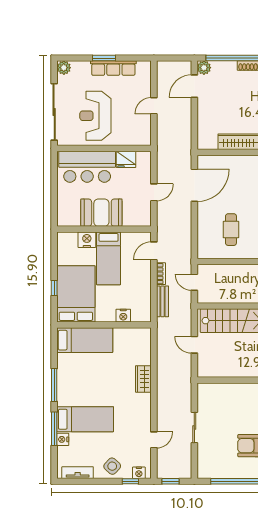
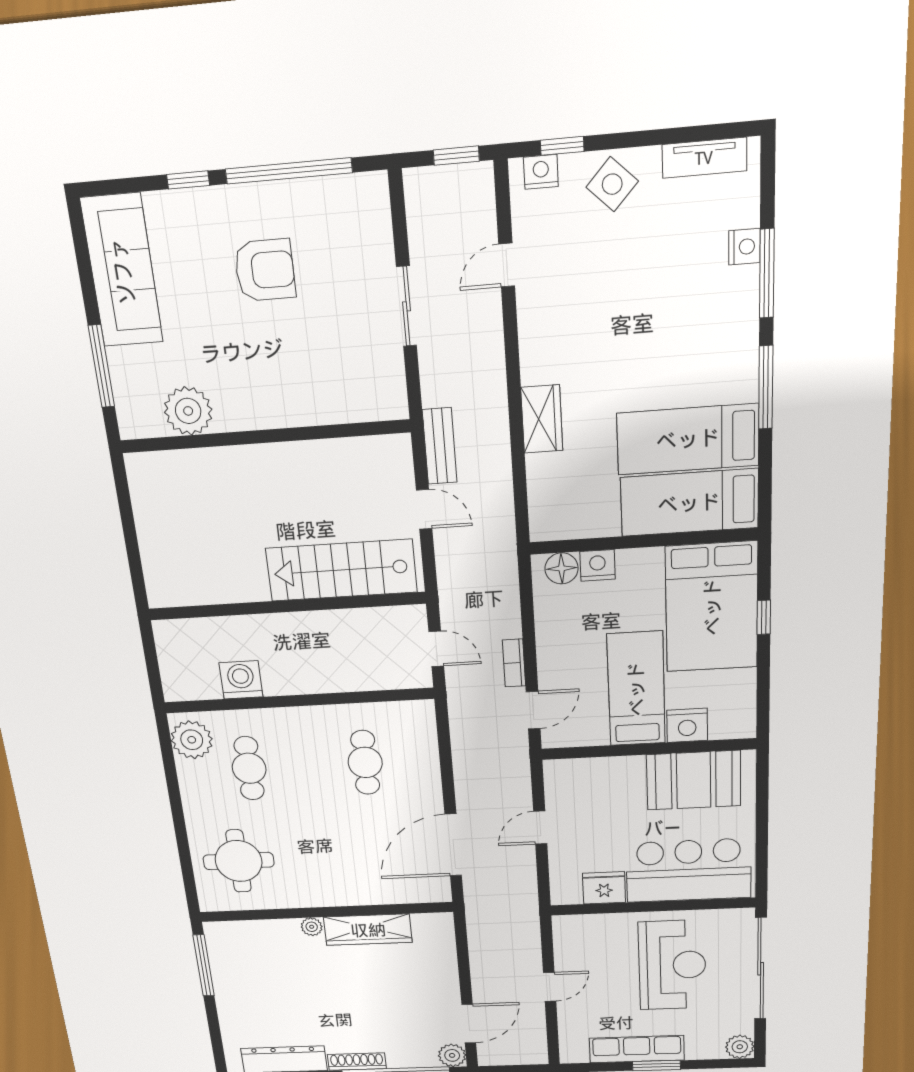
booth: (101, 213) -> (694, 780), moved
bench: (163, 301) -> (440, 446), moved
floor lamp: (138, 315) -> (562, 568), added
bed: (85, 419) -> (688, 439), moved

